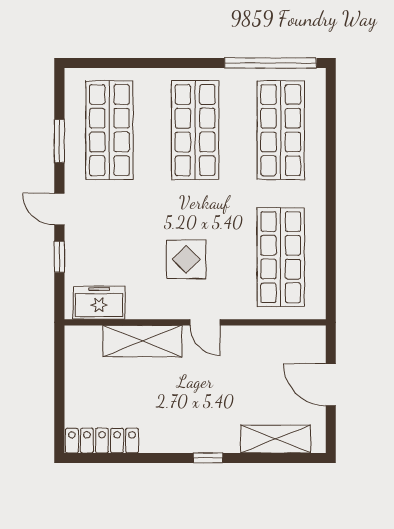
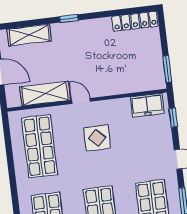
window: (59, 257) -> (173, 118), moved
shelving: (142, 341) -> (45, 94), moved
window: (59, 357) -> (167, 69), added

